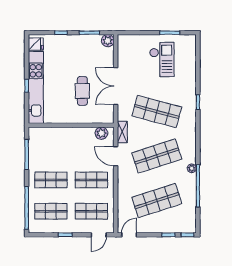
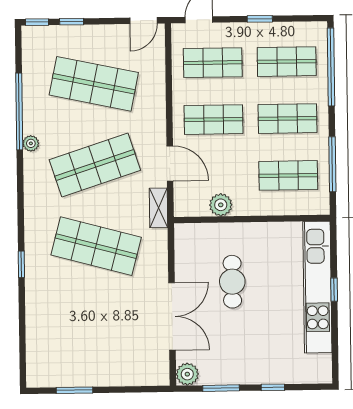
fridge: (36, 44) -> (319, 366), removed
checkout: (162, 60) -> (88, 341), removed
double door: (116, 86) -> (172, 316), moved
plant: (101, 133) -> (221, 205), moved
shop shelf: (51, 149) -> (288, 175), added
shop shelf: (157, 201) -> (94, 84), turned 30

